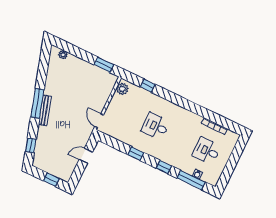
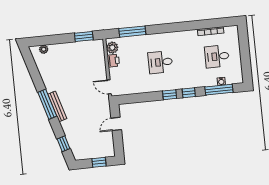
window: (148, 86) -> (132, 32), width x2.17
printer: (116, 100) -> (113, 61), added
window: (136, 154) -> (170, 95), moved

